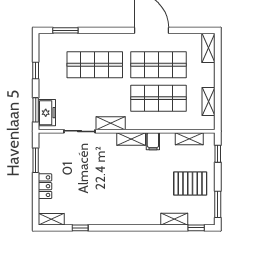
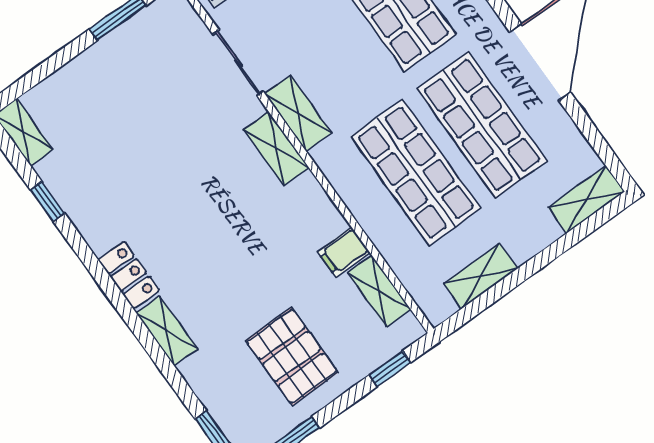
shelving: (131, 139) -> (276, 149), moved
filing cabinet: (153, 141) -> (344, 252), moved
locker: (45, 186) -> (129, 275), moved, turned -90
shelving: (174, 219) -> (167, 331), moved

